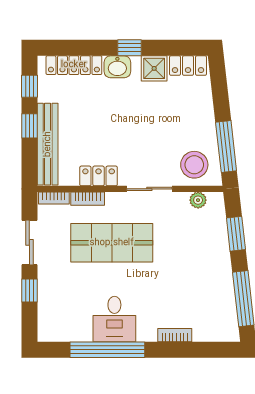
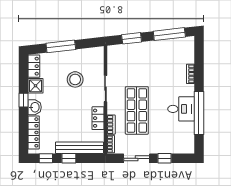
window: (226, 147) -> (61, 46), moved
stool: (194, 165) -> (75, 79), moved
plant: (198, 200) -> (112, 60), removed

